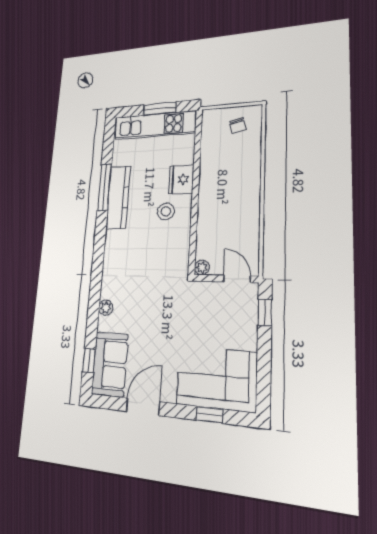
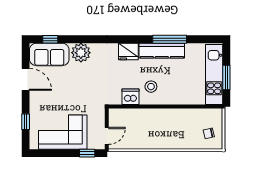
fridge: (181, 180) -> (128, 52), moved, turned 180
dishwasher: (179, 241) -> (131, 97), added
plant: (202, 267) -> (114, 113), removed
plant: (106, 308) -> (81, 53), width x1.88, depth x1.88
corner sofa: (216, 378) -> (63, 132), moved, turned -90

